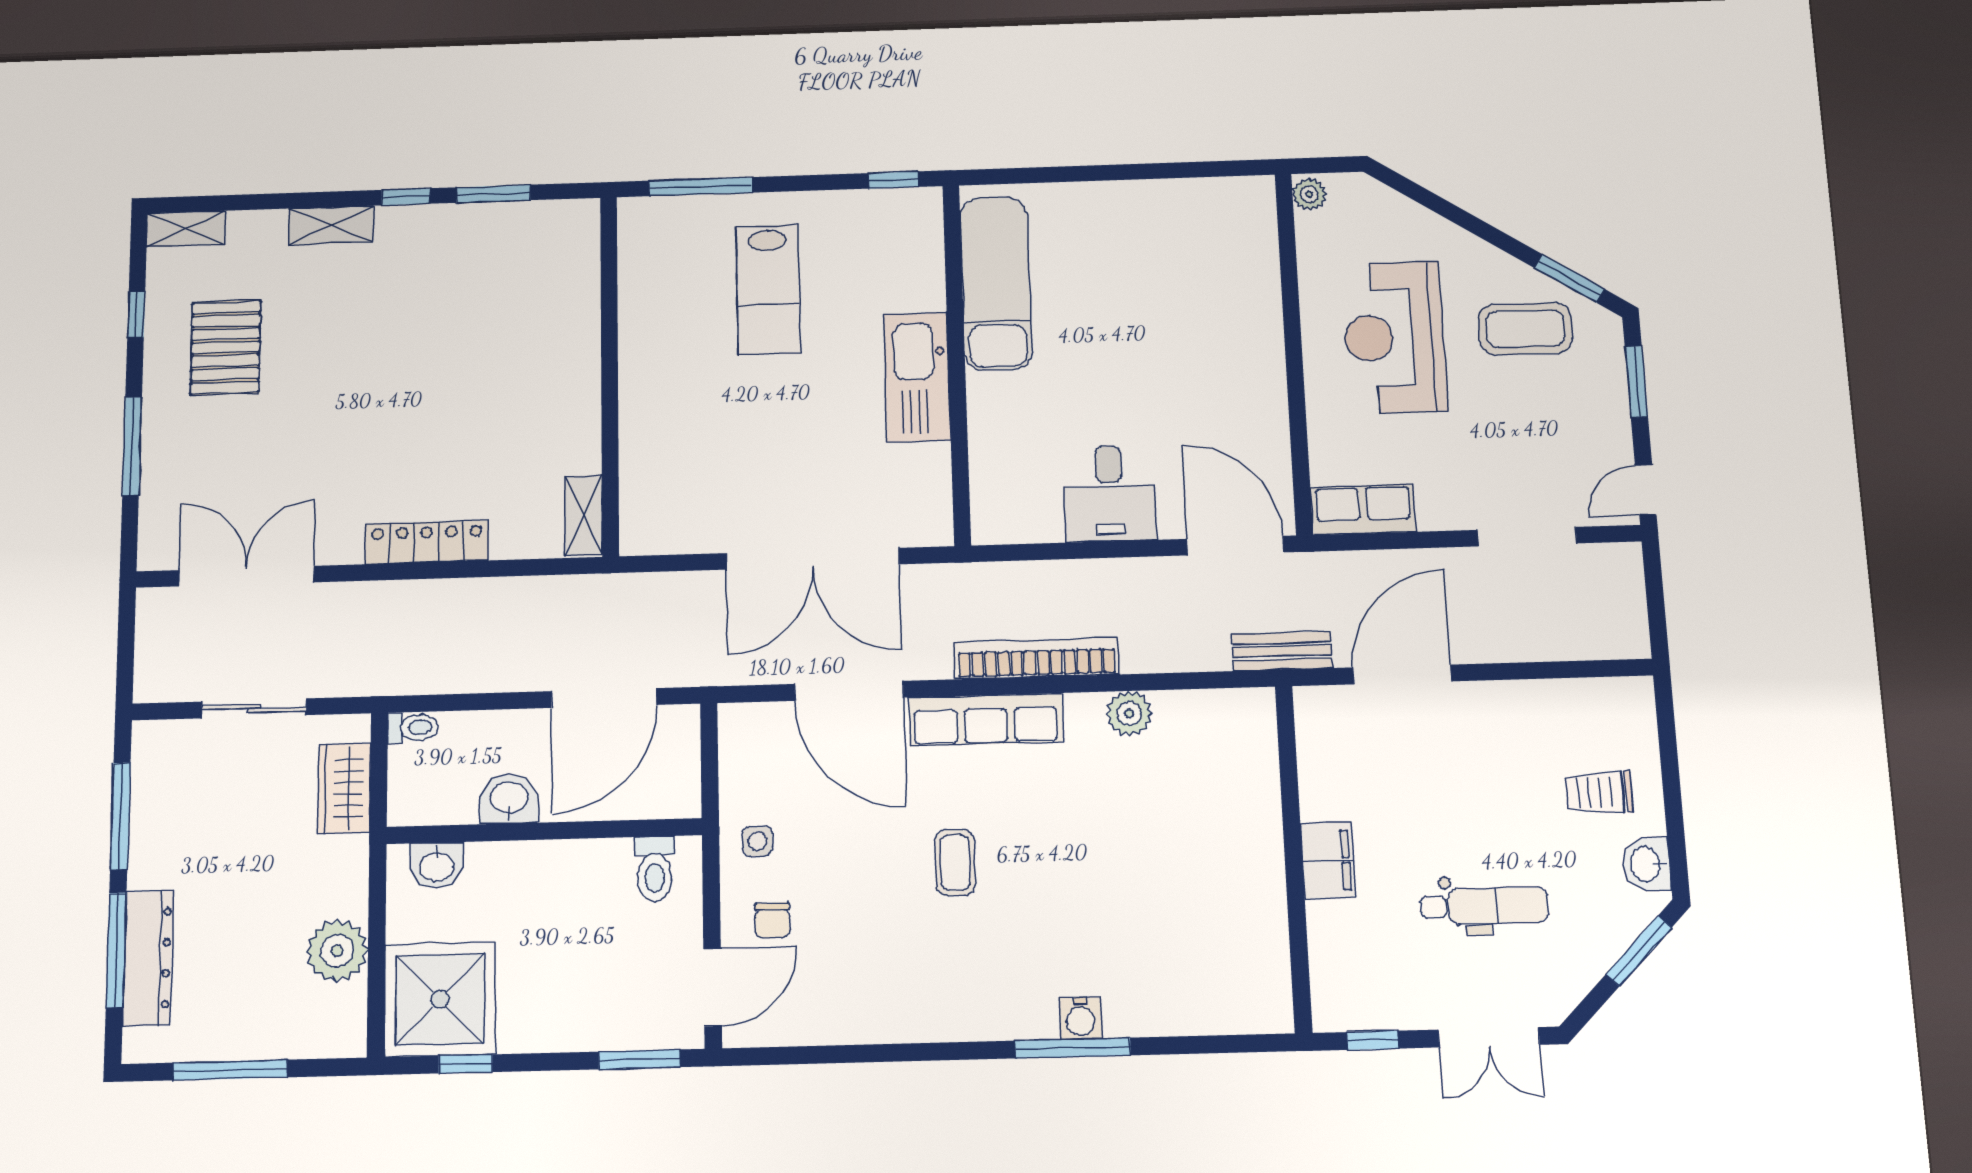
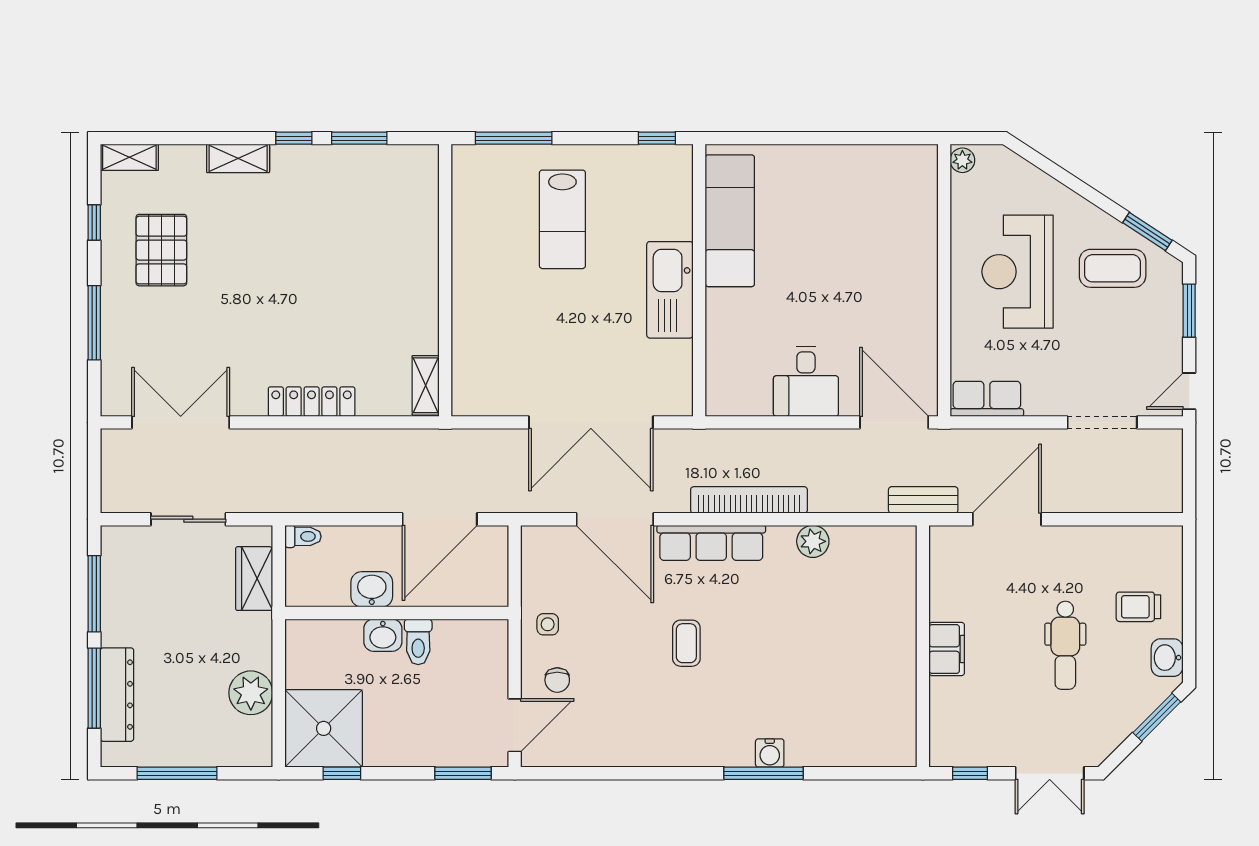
washbasin: (436, 866) -> (383, 635), moved
toilet: (654, 869) -> (418, 642), moved
dental chair: (1484, 906) -> (1065, 645), moved, turned 90

